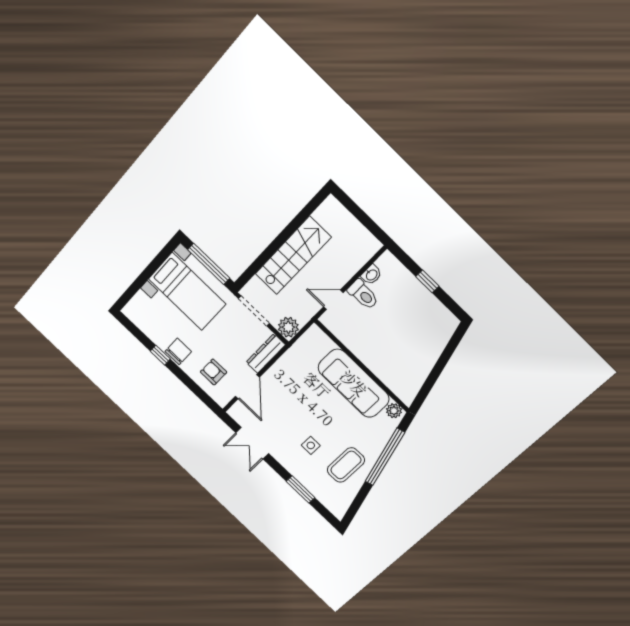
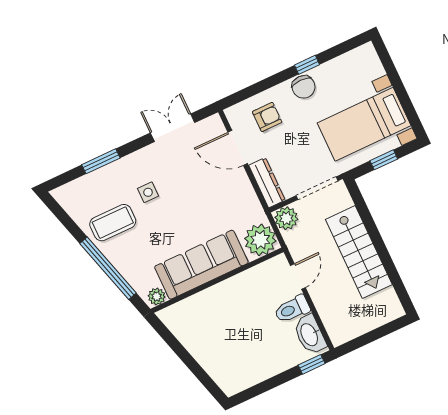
window: (209, 264) -> (384, 160), width x0.46
washbasin: (371, 275) -> (310, 334), width x1.91, depth x1.45
window: (427, 281) -> (312, 364), moved
plant: (314, 342) -> (260, 240), added
coffee table: (346, 465) -> (113, 223), turned 90

